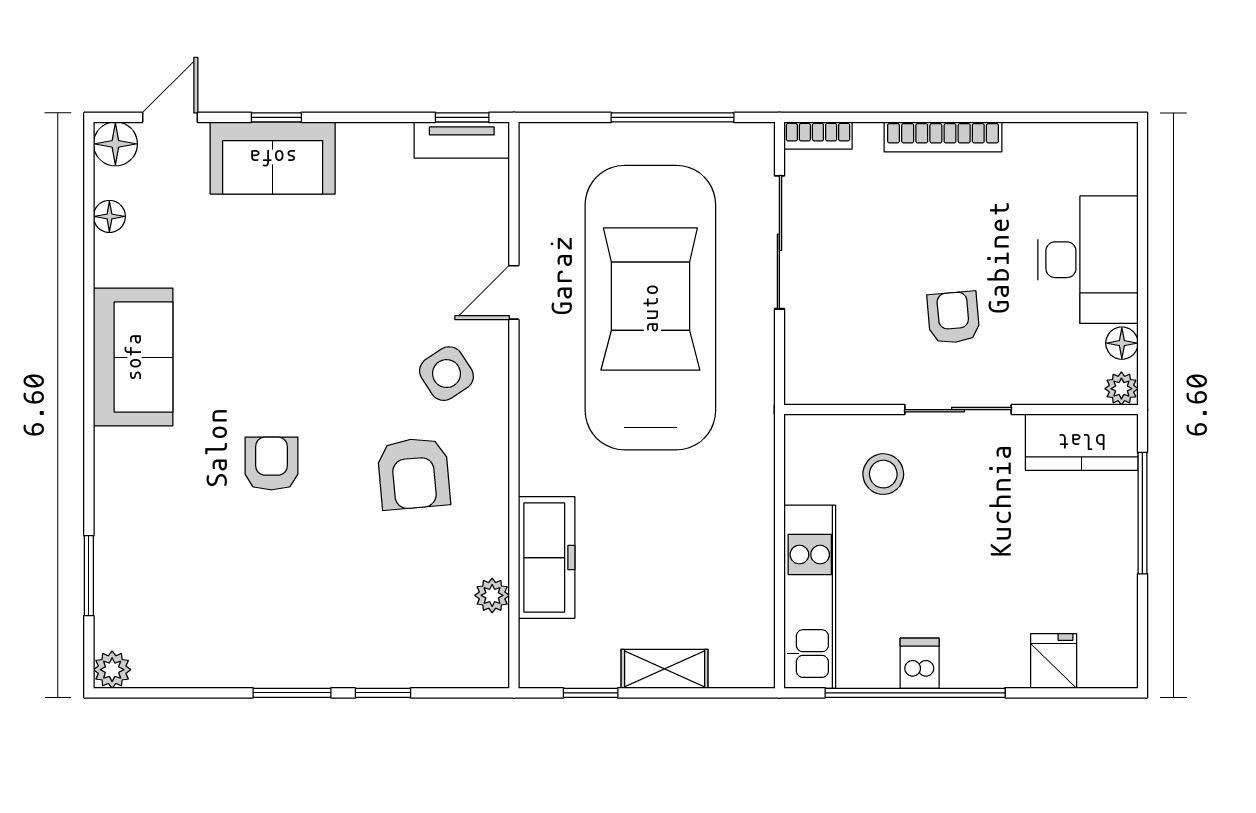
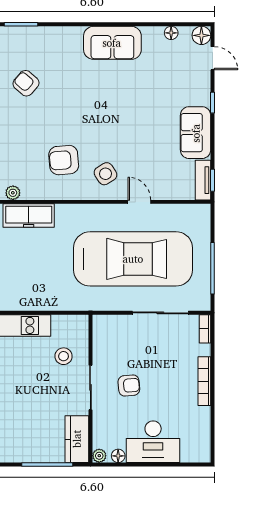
sofa: (273, 158) -> (196, 133), moved
armchair: (271, 464) -> (26, 83), moved, turned -139

